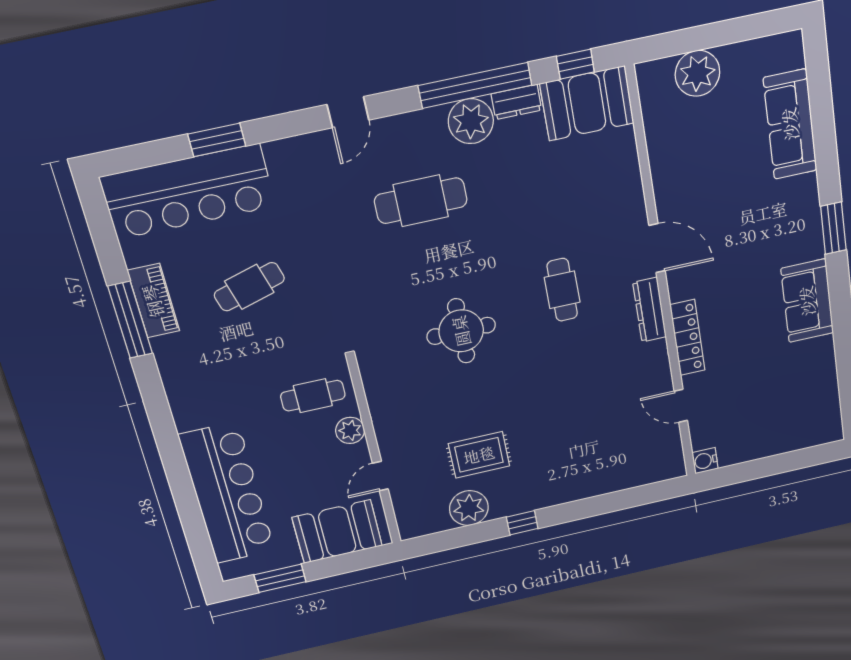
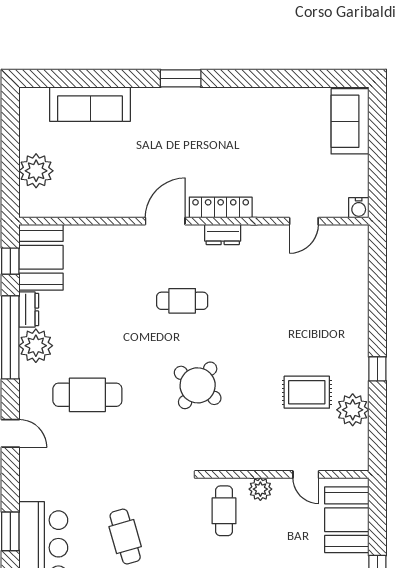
cafe table: (421, 201) -> (87, 395), turned 90
sofa: (807, 301) -> (350, 121), moved, turned 90
dresser: (650, 310) -> (223, 235), width x0.70
round table: (461, 331) -> (198, 385), turned 37
locker: (687, 338) -> (221, 208), moved
rug: (479, 455) -> (307, 392), turned 90

